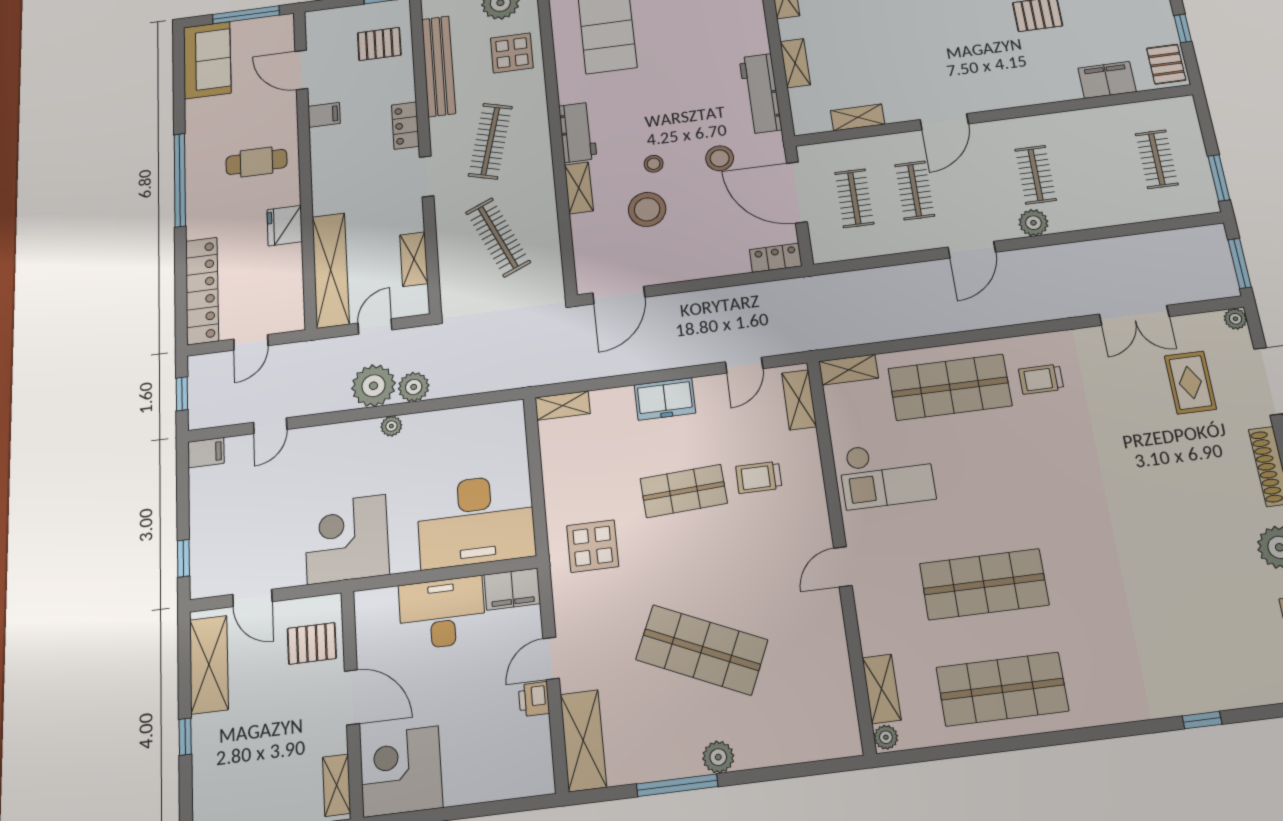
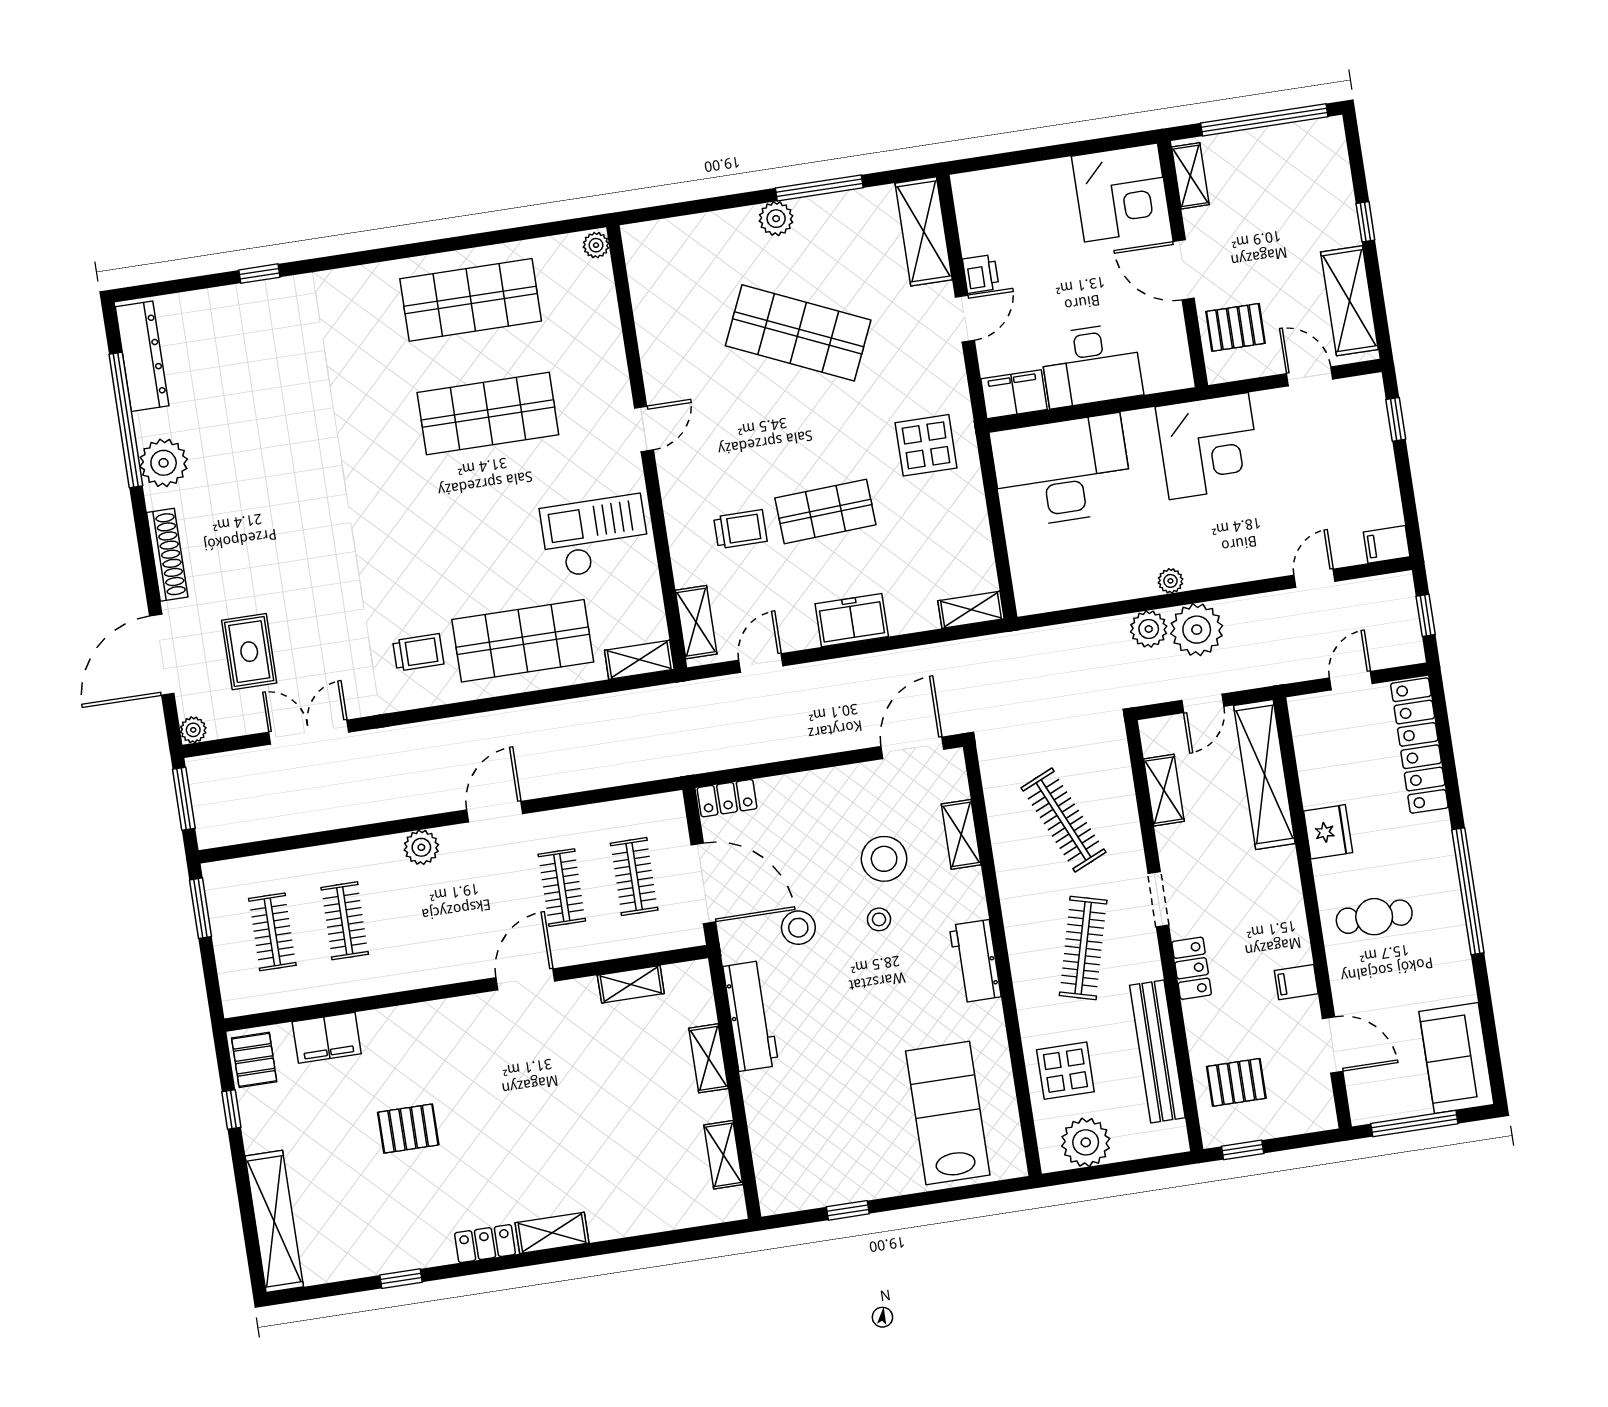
clothes rail: (1036, 175) -> (345, 921), moved
shelving: (579, 188) -> (961, 834), moved
shelving: (882, 689) -> (601, 296), removed

